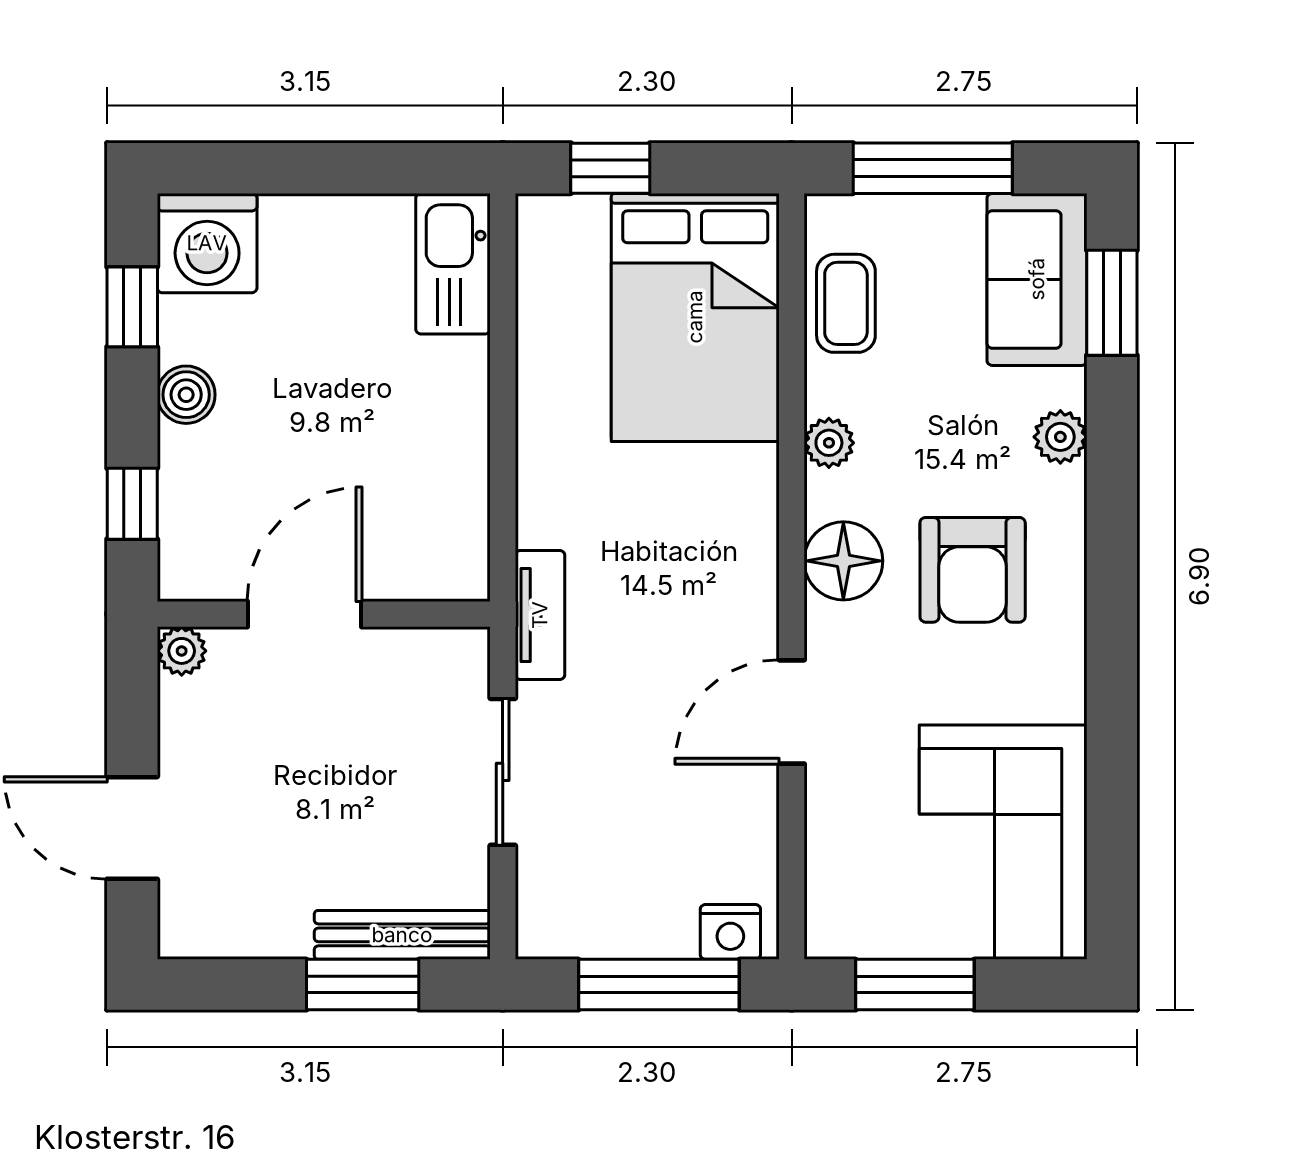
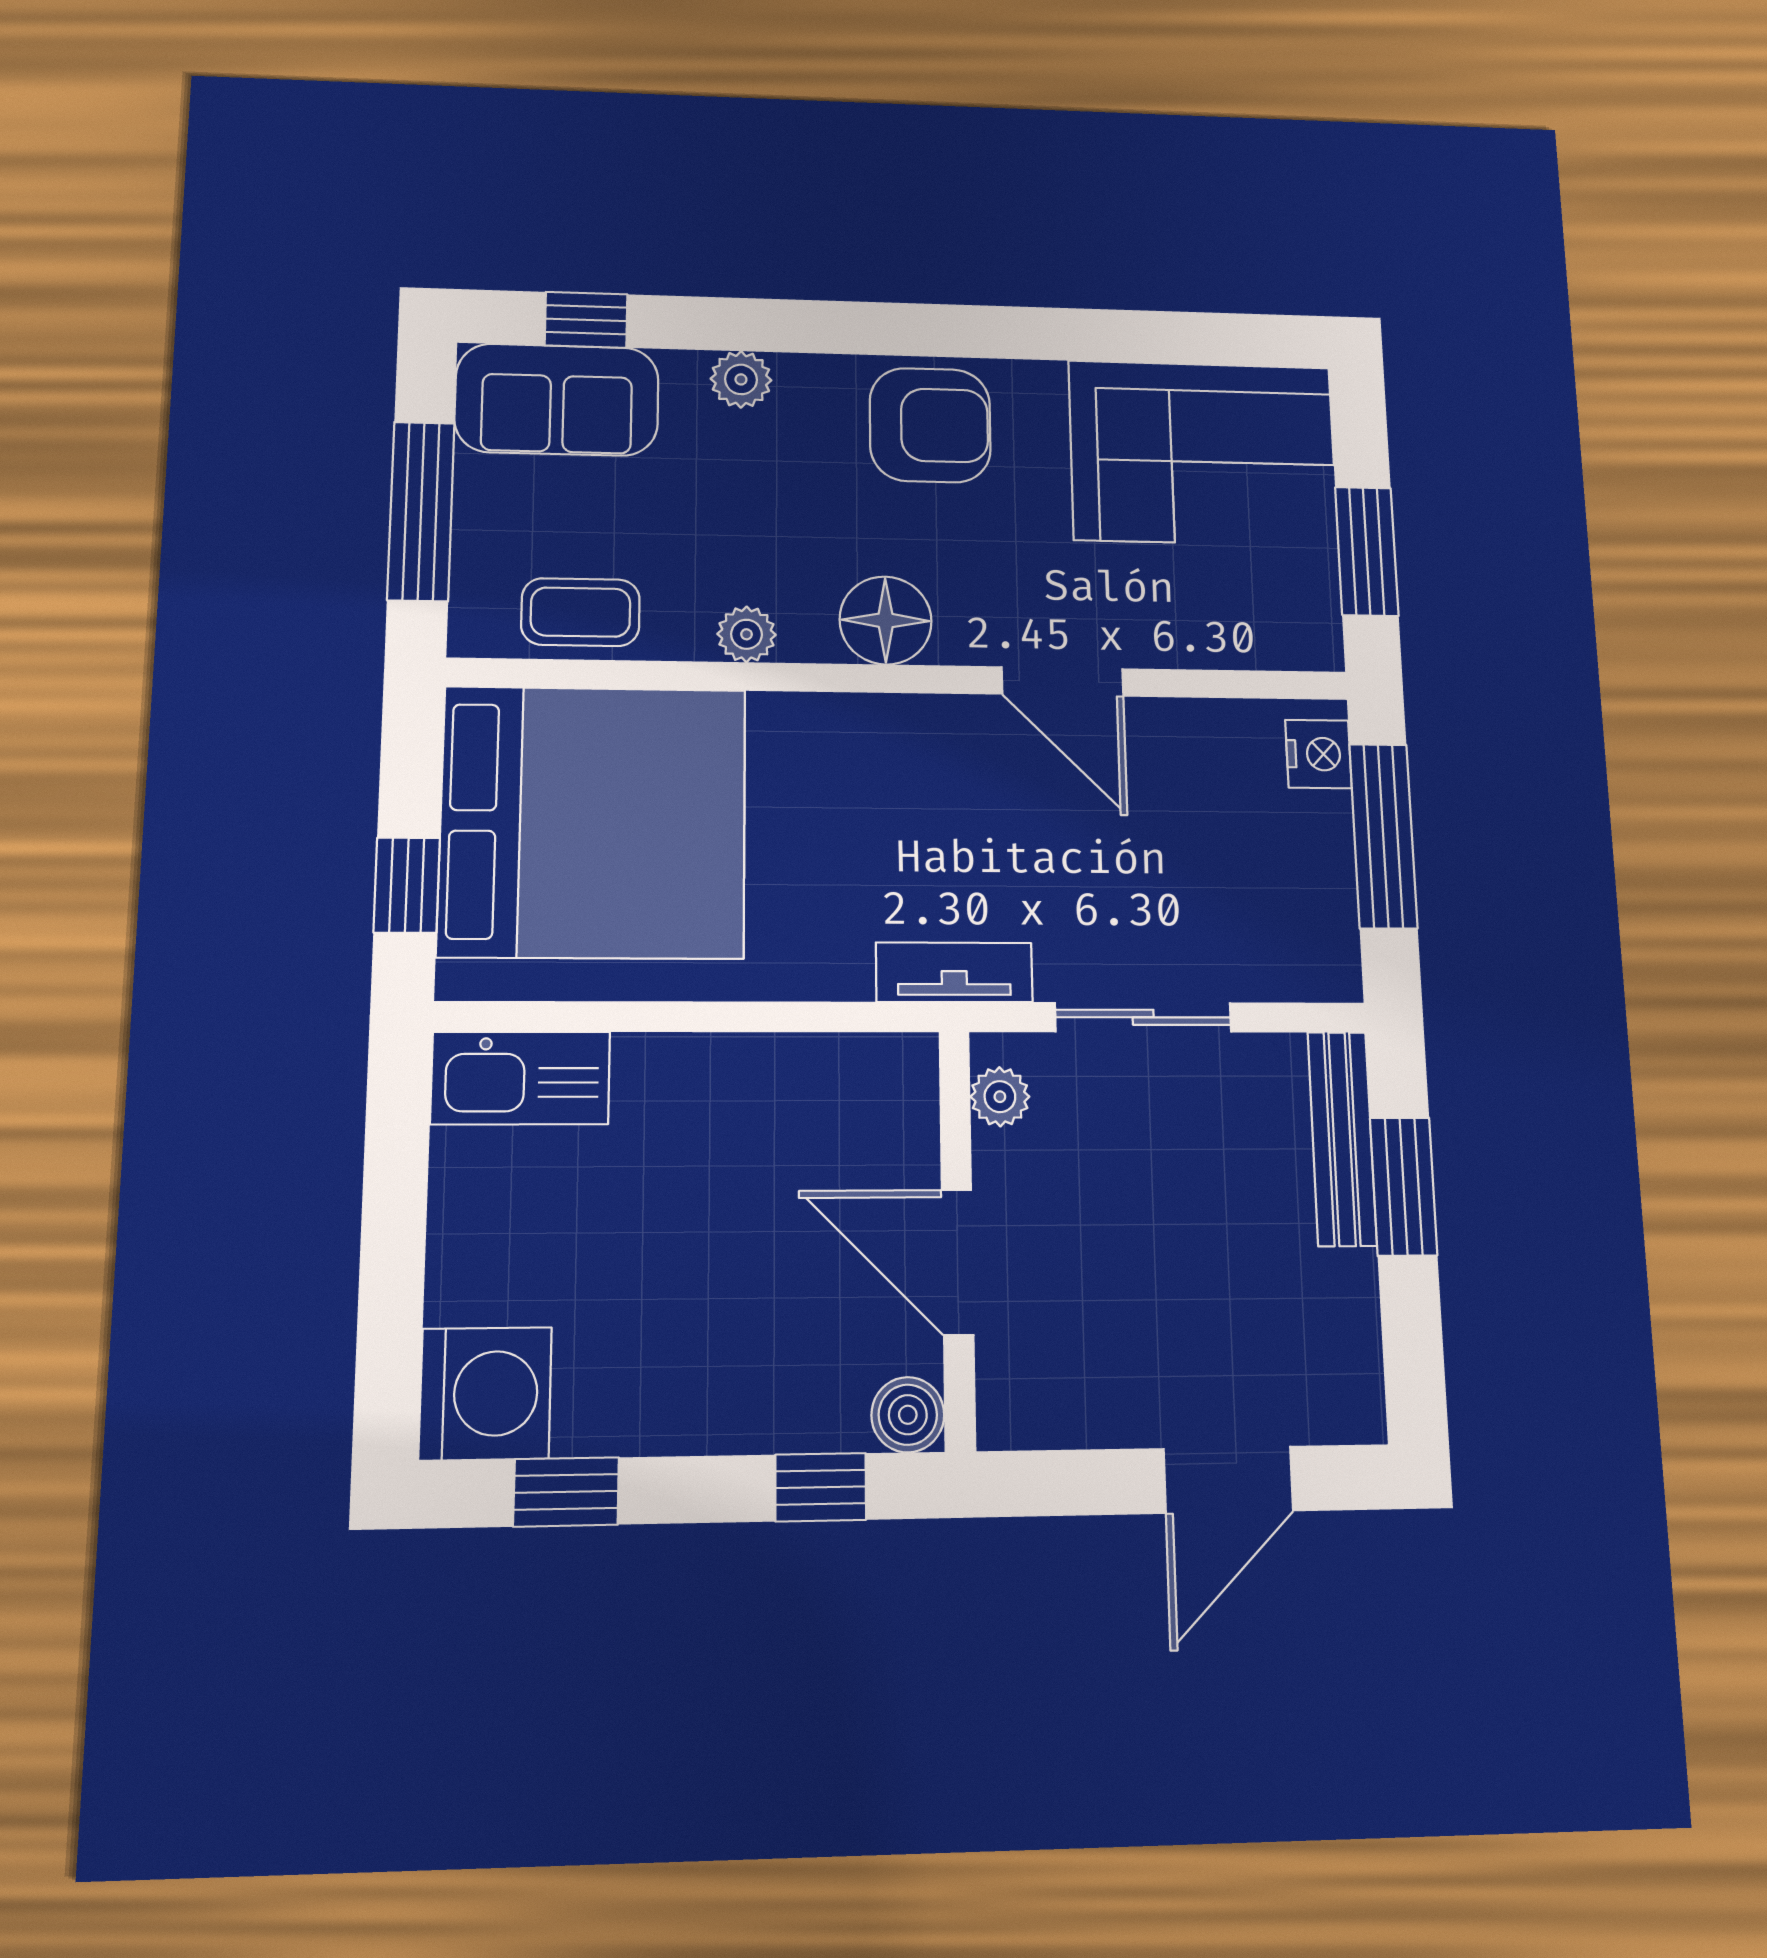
window: (1112, 303) -> (586, 320), width x0.67
bed: (695, 317) -> (593, 822), width x1.36
boiler: (186, 395) -> (908, 1415), moved
armchair: (973, 570) -> (930, 425), moved
plant: (182, 651) -> (1000, 1097), moved

